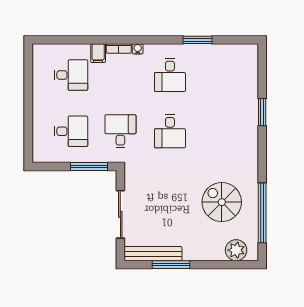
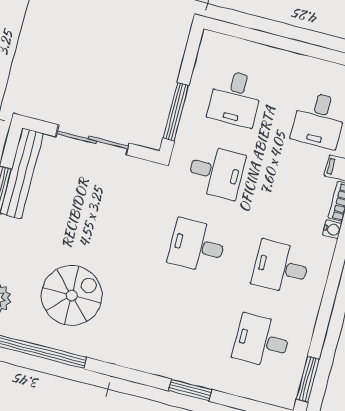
window: (197, 40) -> (308, 379), moved
desk: (219, 75) -> (262, 341), added

